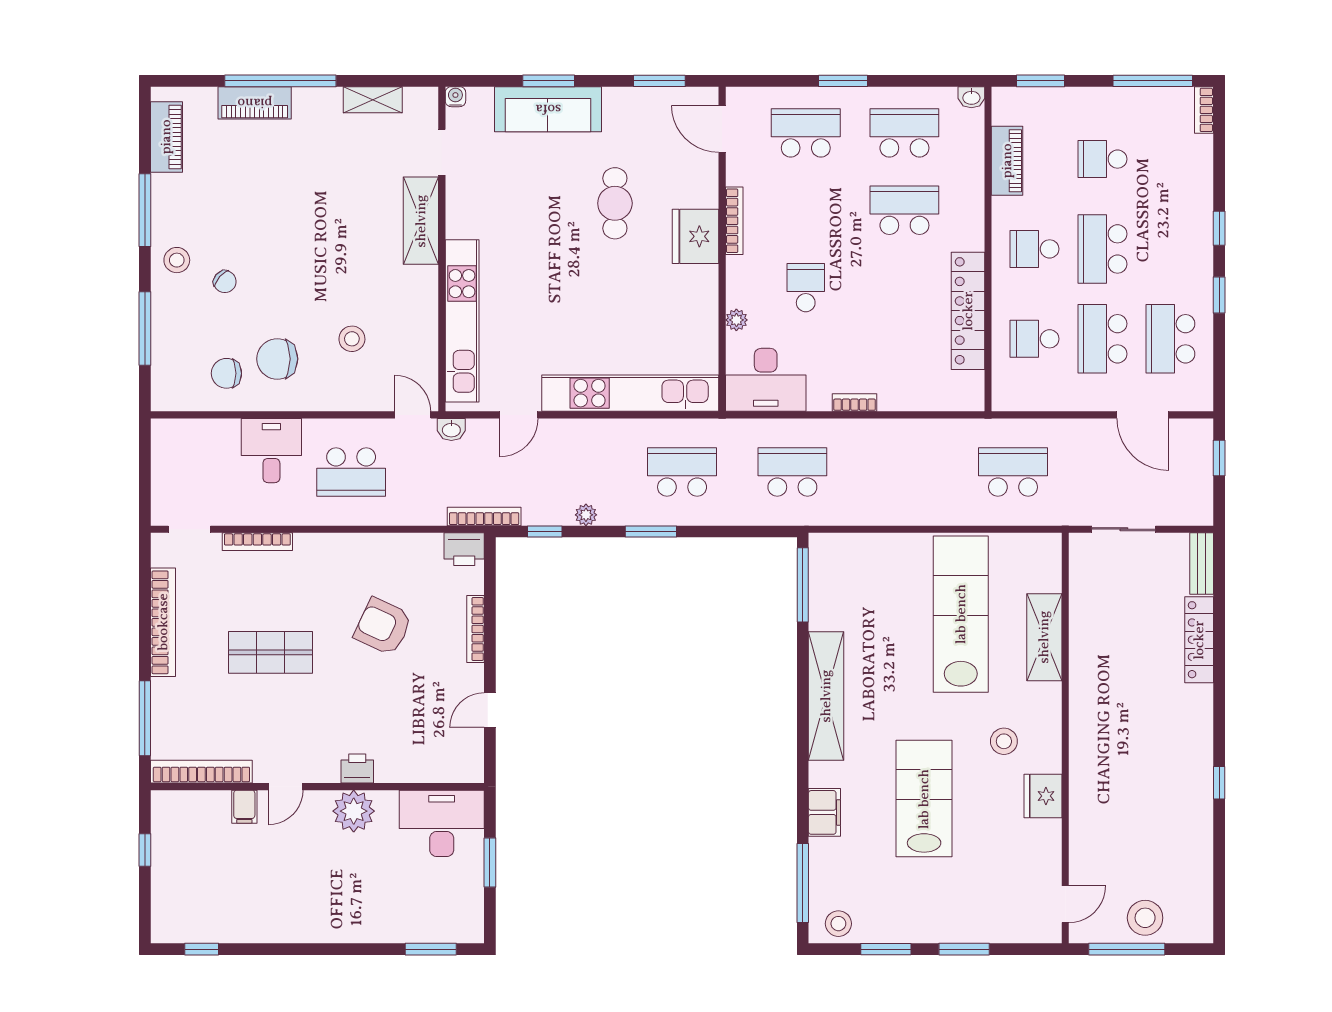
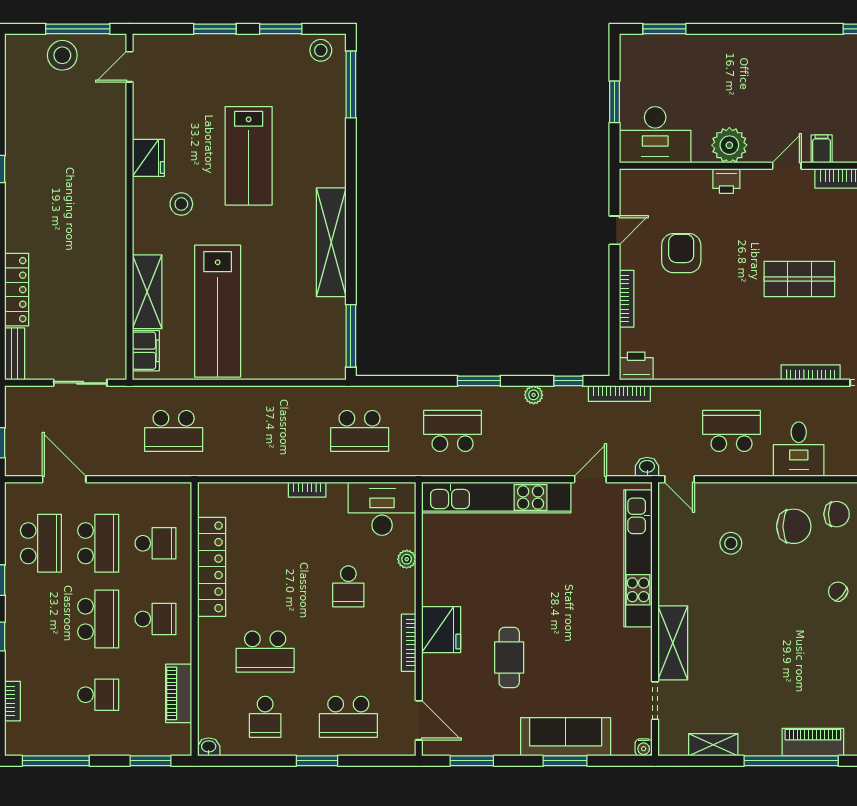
bookcase: (1204, 110) -> (13, 701), moved
school desk: (904, 133) -> (265, 717), width x0.54
school desk: (682, 472) -> (453, 431), turned 180
armchair: (383, 626) -> (681, 253), moved, turned -115
filing cabinet: (824, 812) -> (146, 351), moved, turned 180

